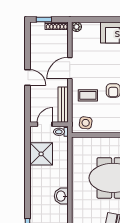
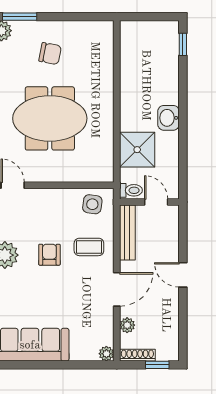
plant: (63, 45) -> (127, 325), added
door: (45, 124) -> (156, 202), swing flipped
shower: (41, 154) -> (137, 150), moved
washbasin: (61, 196) -> (168, 118), moved, turned 180

